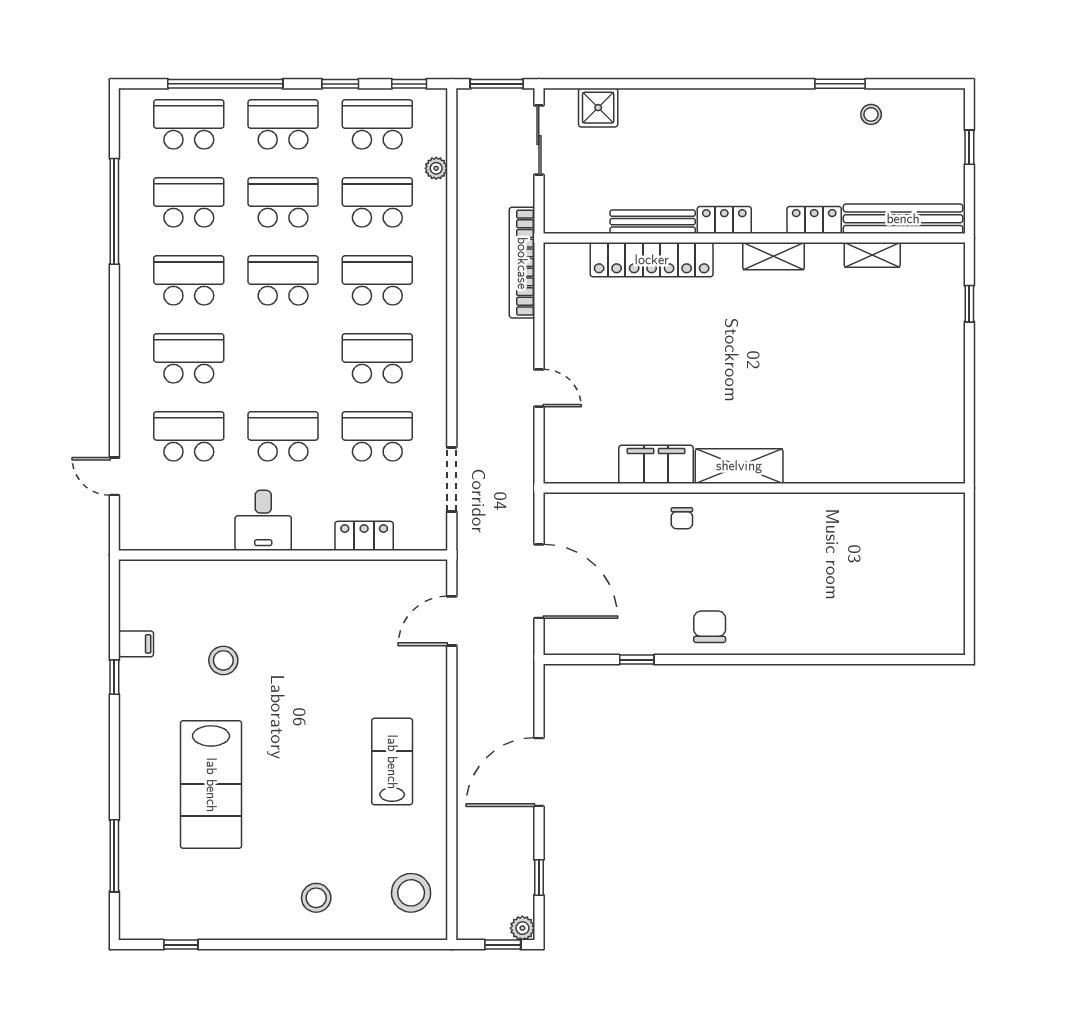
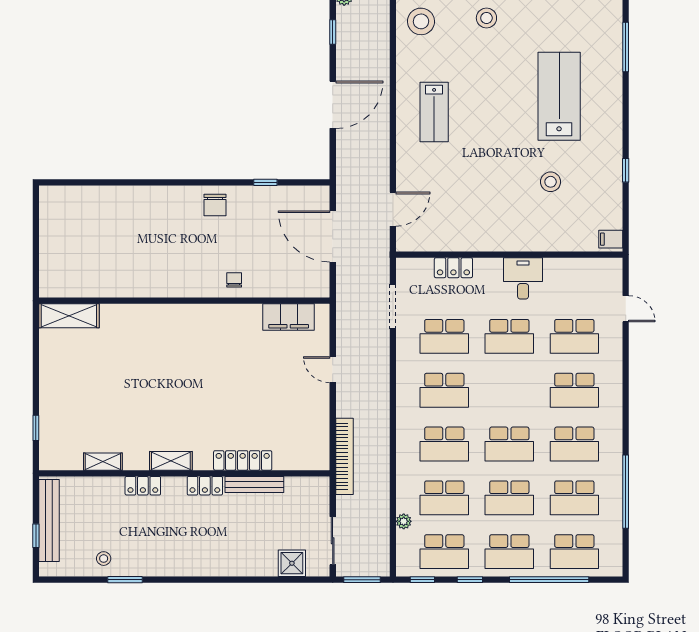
bench: (903, 219) -> (49, 520), moved, turned 90
locker: (652, 260) -> (243, 460), width x0.71, depth x0.83
filing cabinet: (656, 464) -> (289, 317), moved
shelving: (739, 466) -> (69, 316), moved
filing cabinet: (136, 644) -> (611, 239), moved

